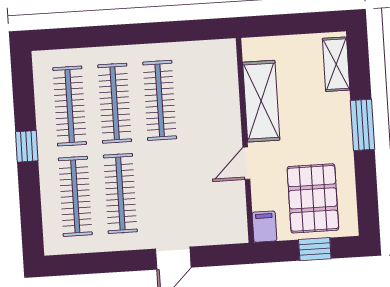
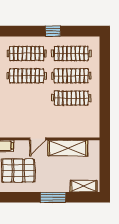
door: (246, 163) -> (38, 139), swing flipped

